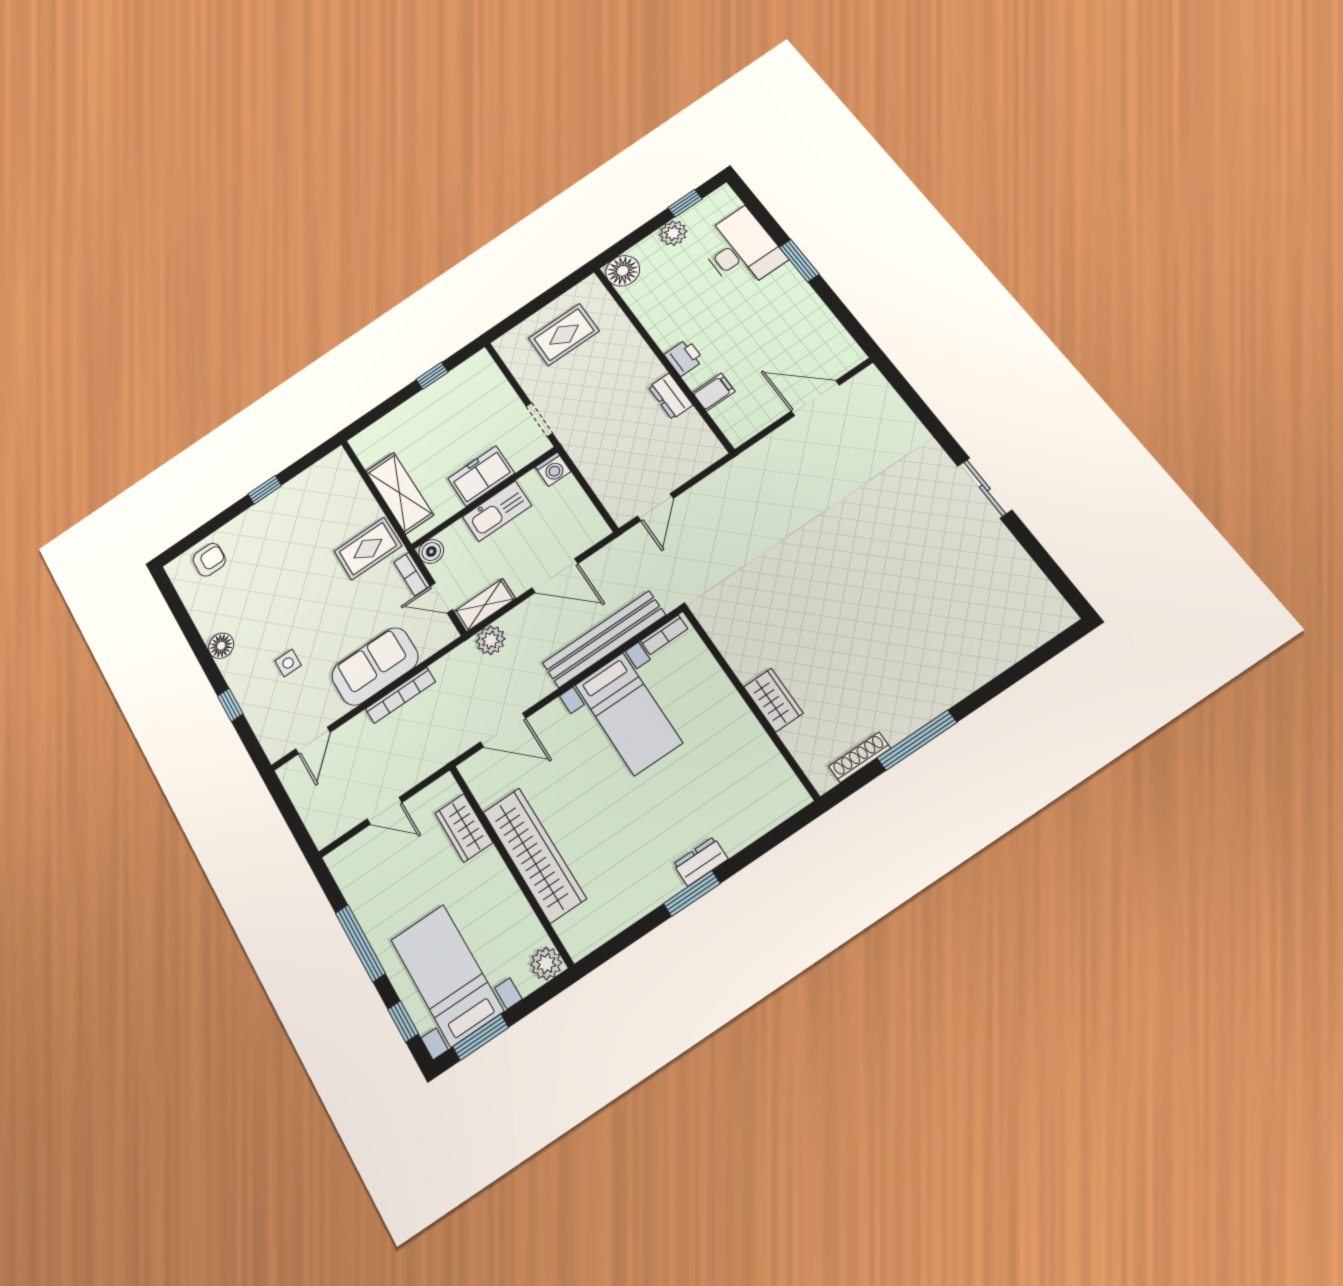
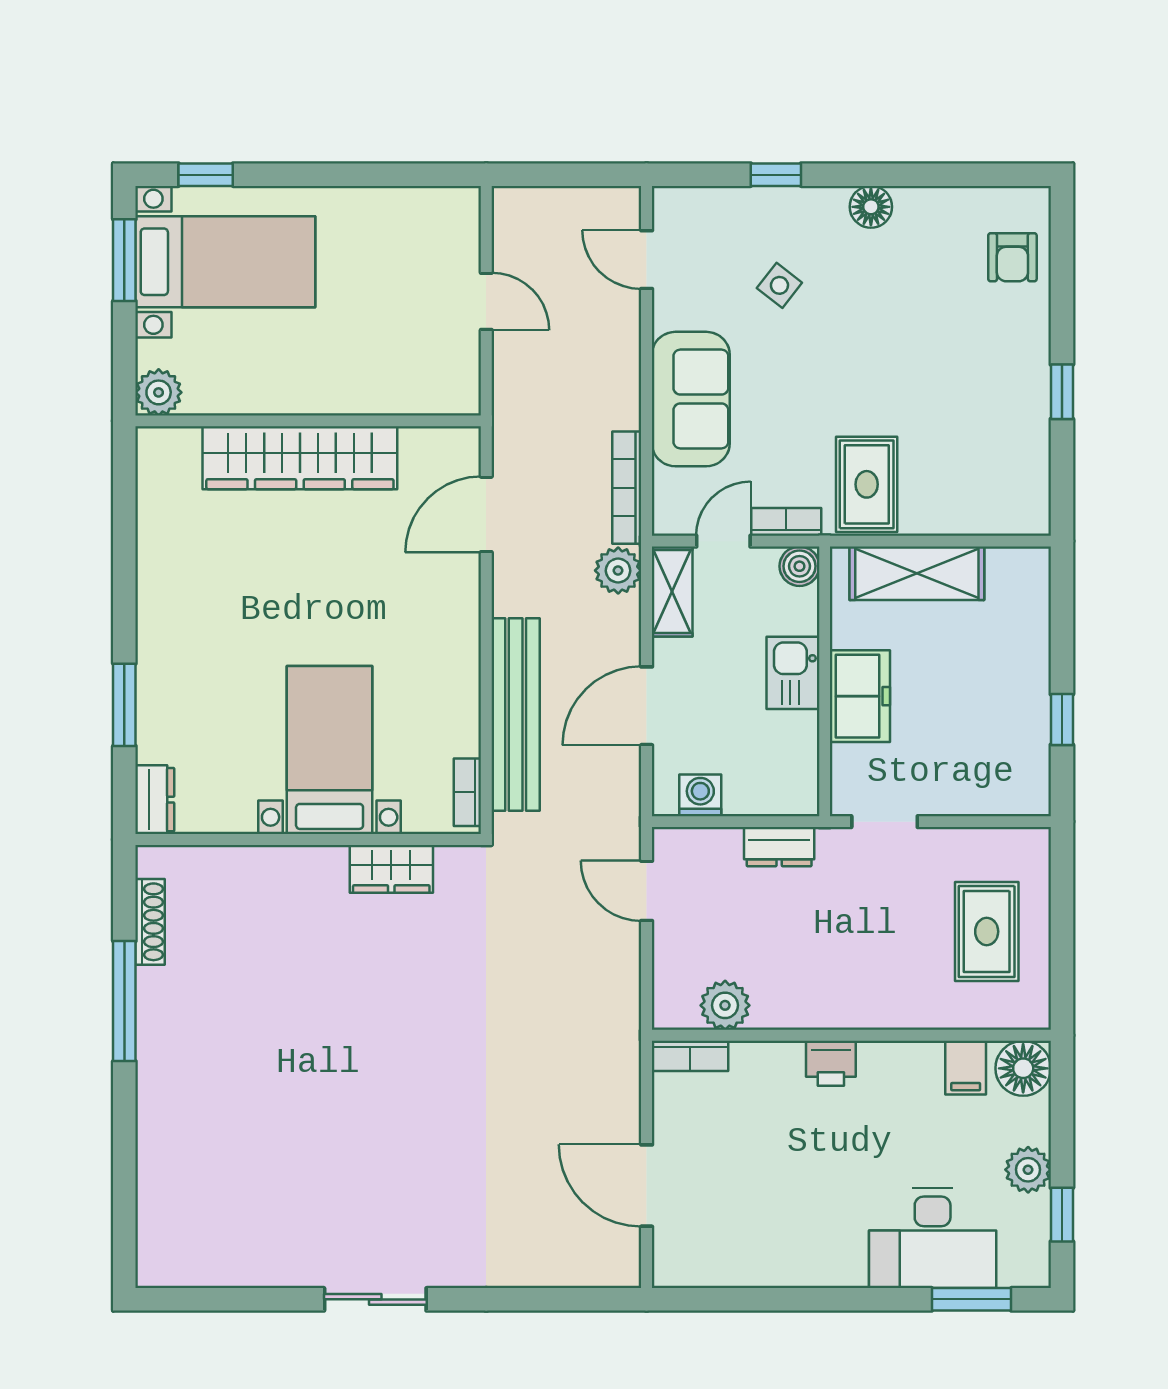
window: (799, 261) -> (972, 1299), moved
filing cabinet: (714, 392) -> (966, 1068), moved
dresser: (671, 396) -> (779, 847), moved, turned 180
door: (815, 398) -> (647, 1186), swing flipped
bookcase: (729, 425) -> (690, 1056), added
plant: (690, 427) -> (725, 1005), added
washing machine: (553, 469) -> (700, 795), moved, turned 90
kitchen sink: (497, 511) -> (793, 673), width x0.73
side table: (288, 663) -> (779, 285), turned 38
bookcase: (400, 695) -> (627, 488), moved
wardrobe: (773, 700) -> (391, 869), moved
bed with nightstands: (628, 714) -> (330, 750), moved, turned 90
door: (385, 811) -> (486, 301), swing flipped
wardrobe: (464, 828) -> (394, 390), removed
dresser: (701, 862) -> (155, 800), moved
window: (692, 893) -> (124, 705), moved
window: (360, 943) -> (338, 175), removed

